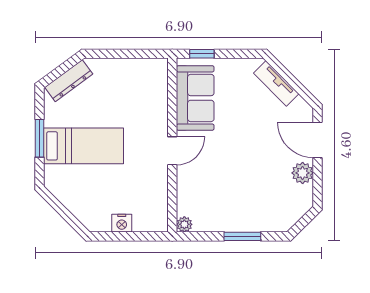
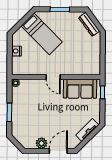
bed: (84, 146) -> (42, 34), moved, turned -45

